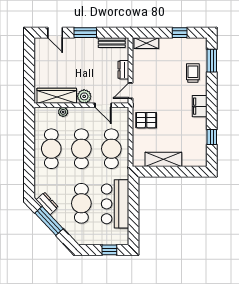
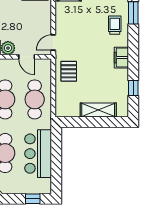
dresser: (123, 70) -> (46, 22), removed
pallet: (146, 120) -> (69, 71), turned 90
shelving: (163, 159) -> (98, 110), moved

